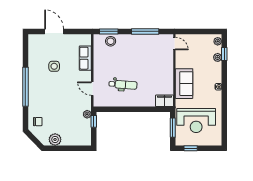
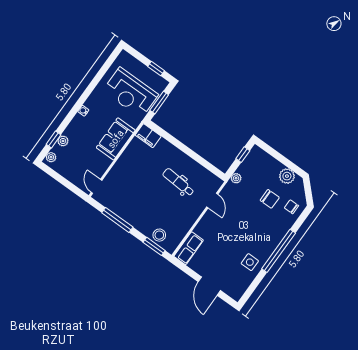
row of seats: (85, 58) -> (189, 248), moved
side table: (54, 66) -> (250, 262), moved
chair: (56, 117) -> (270, 199), added
window: (94, 121) -> (243, 155), moved
reception desk: (196, 121) -> (130, 93), turned 180

